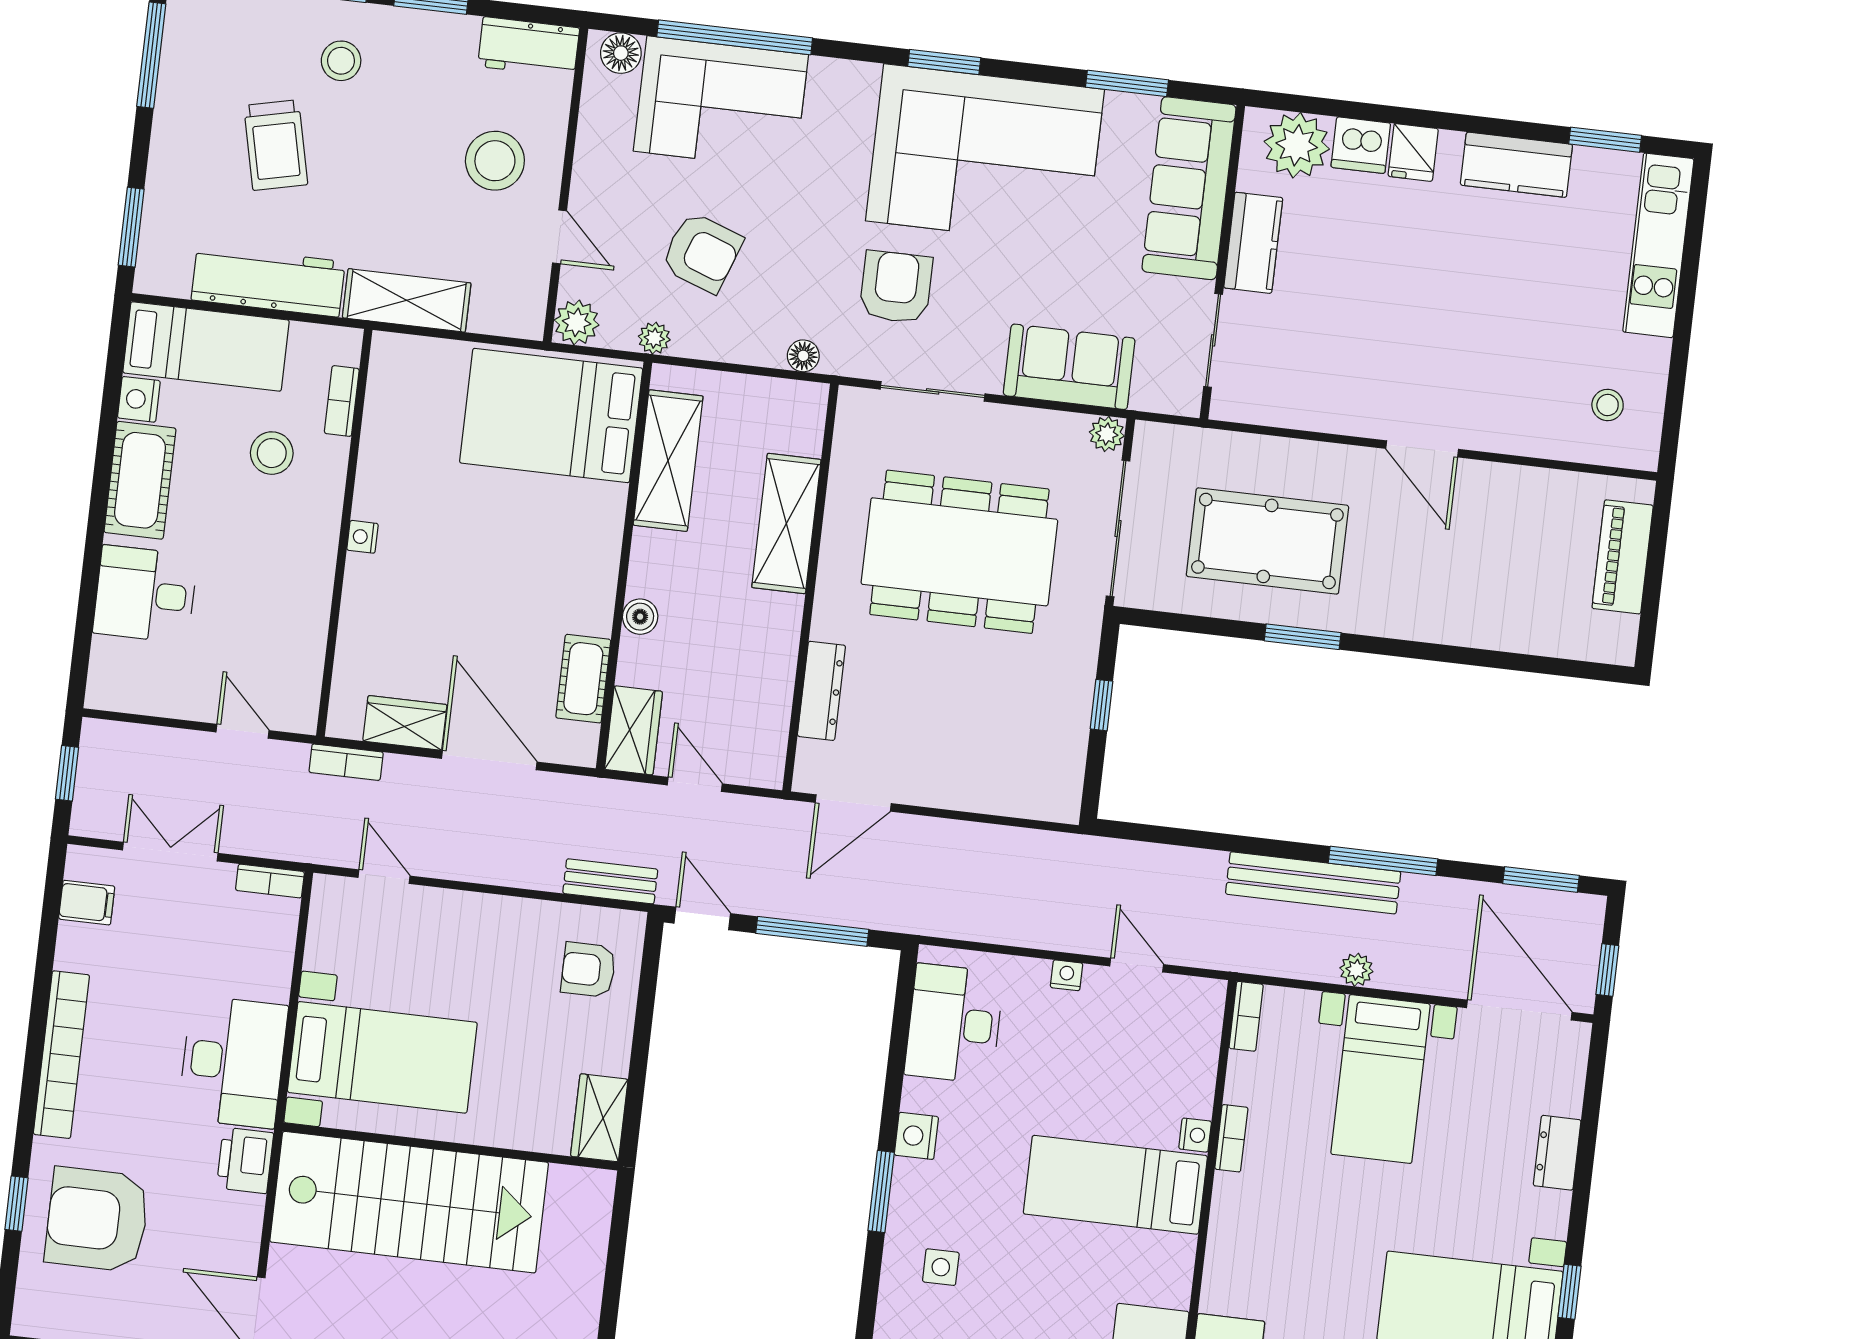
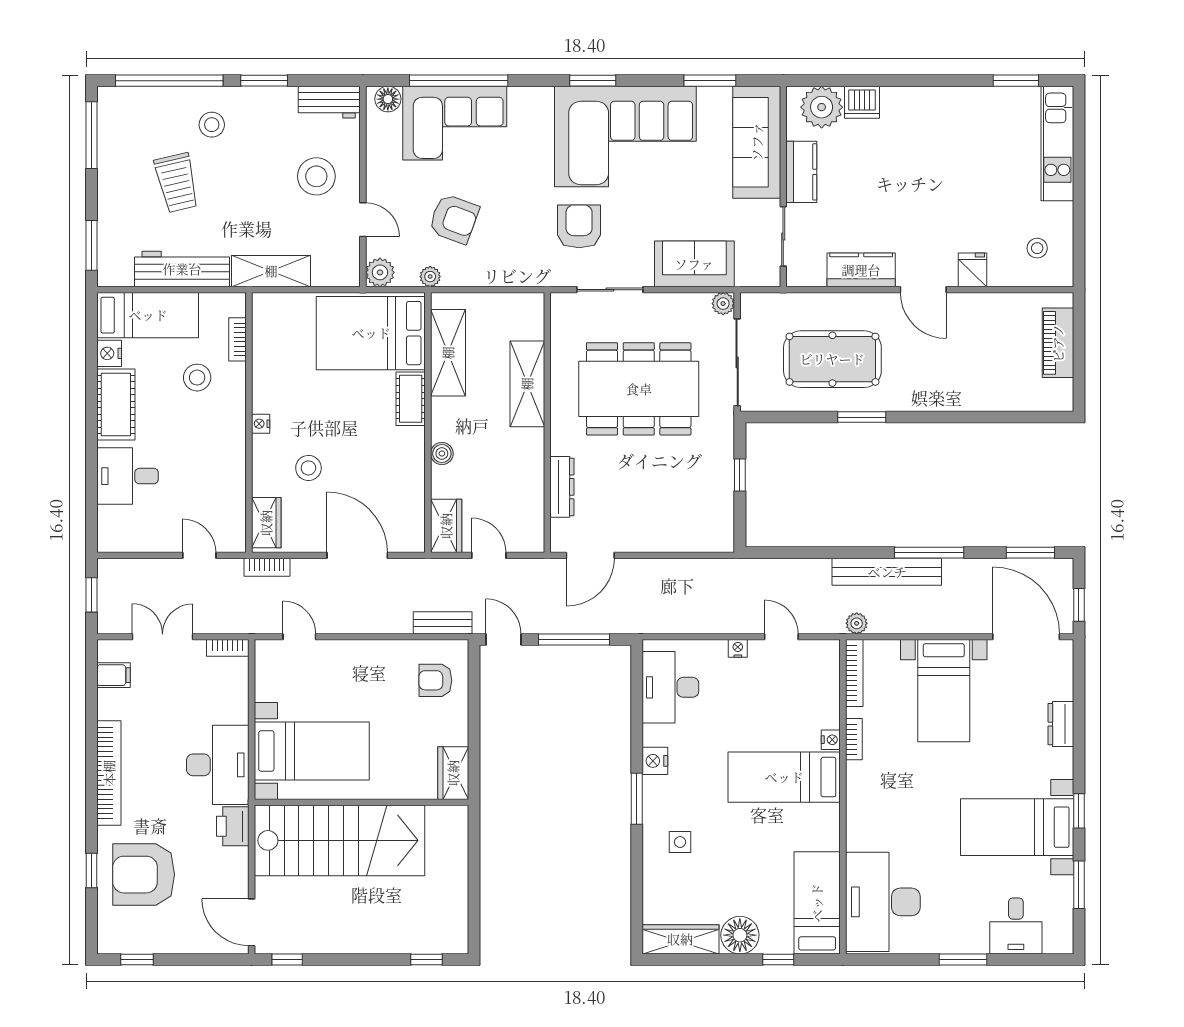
fridge: (1413, 153) -> (972, 270), moved, turned 180
kitchen counter: (1516, 165) -> (861, 270), moved, turned 180
floor lamp: (803, 356) -> (526, 277), removed
stool: (429, 615) -> (308, 468), added
cot: (583, 679) -> (411, 399), moved
wardrobe: (405, 723) -> (266, 523), moved, turned 90
plant: (1356, 970) -> (857, 623), moved
bookcase: (1246, 1016) -> (854, 673), width x1.56

